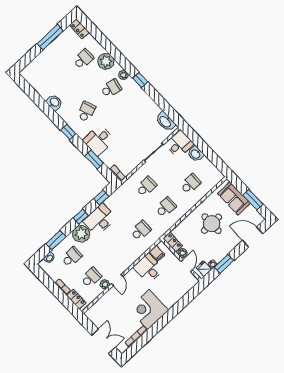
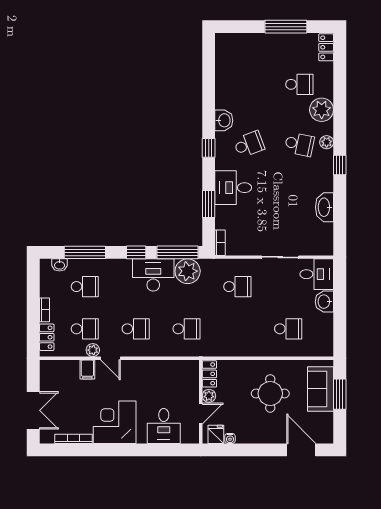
washbasin: (54, 102) -> (224, 120), moved
washbasin: (165, 122) -> (324, 207), moved
window: (101, 197) -> (177, 252), width x2.17
window: (253, 200) -> (340, 394), moved
school desk: (166, 207) -> (136, 329), moved
plant: (81, 234) -> (188, 271), moved
window: (56, 240) -> (85, 252), width x1.44
filing cabinet: (157, 253) -> (87, 369), moved
window: (224, 264) -> (243, 450), removed
desk: (148, 268) -> (164, 426), moved, turned 180
door: (117, 280) -> (110, 358), hinge flipped

